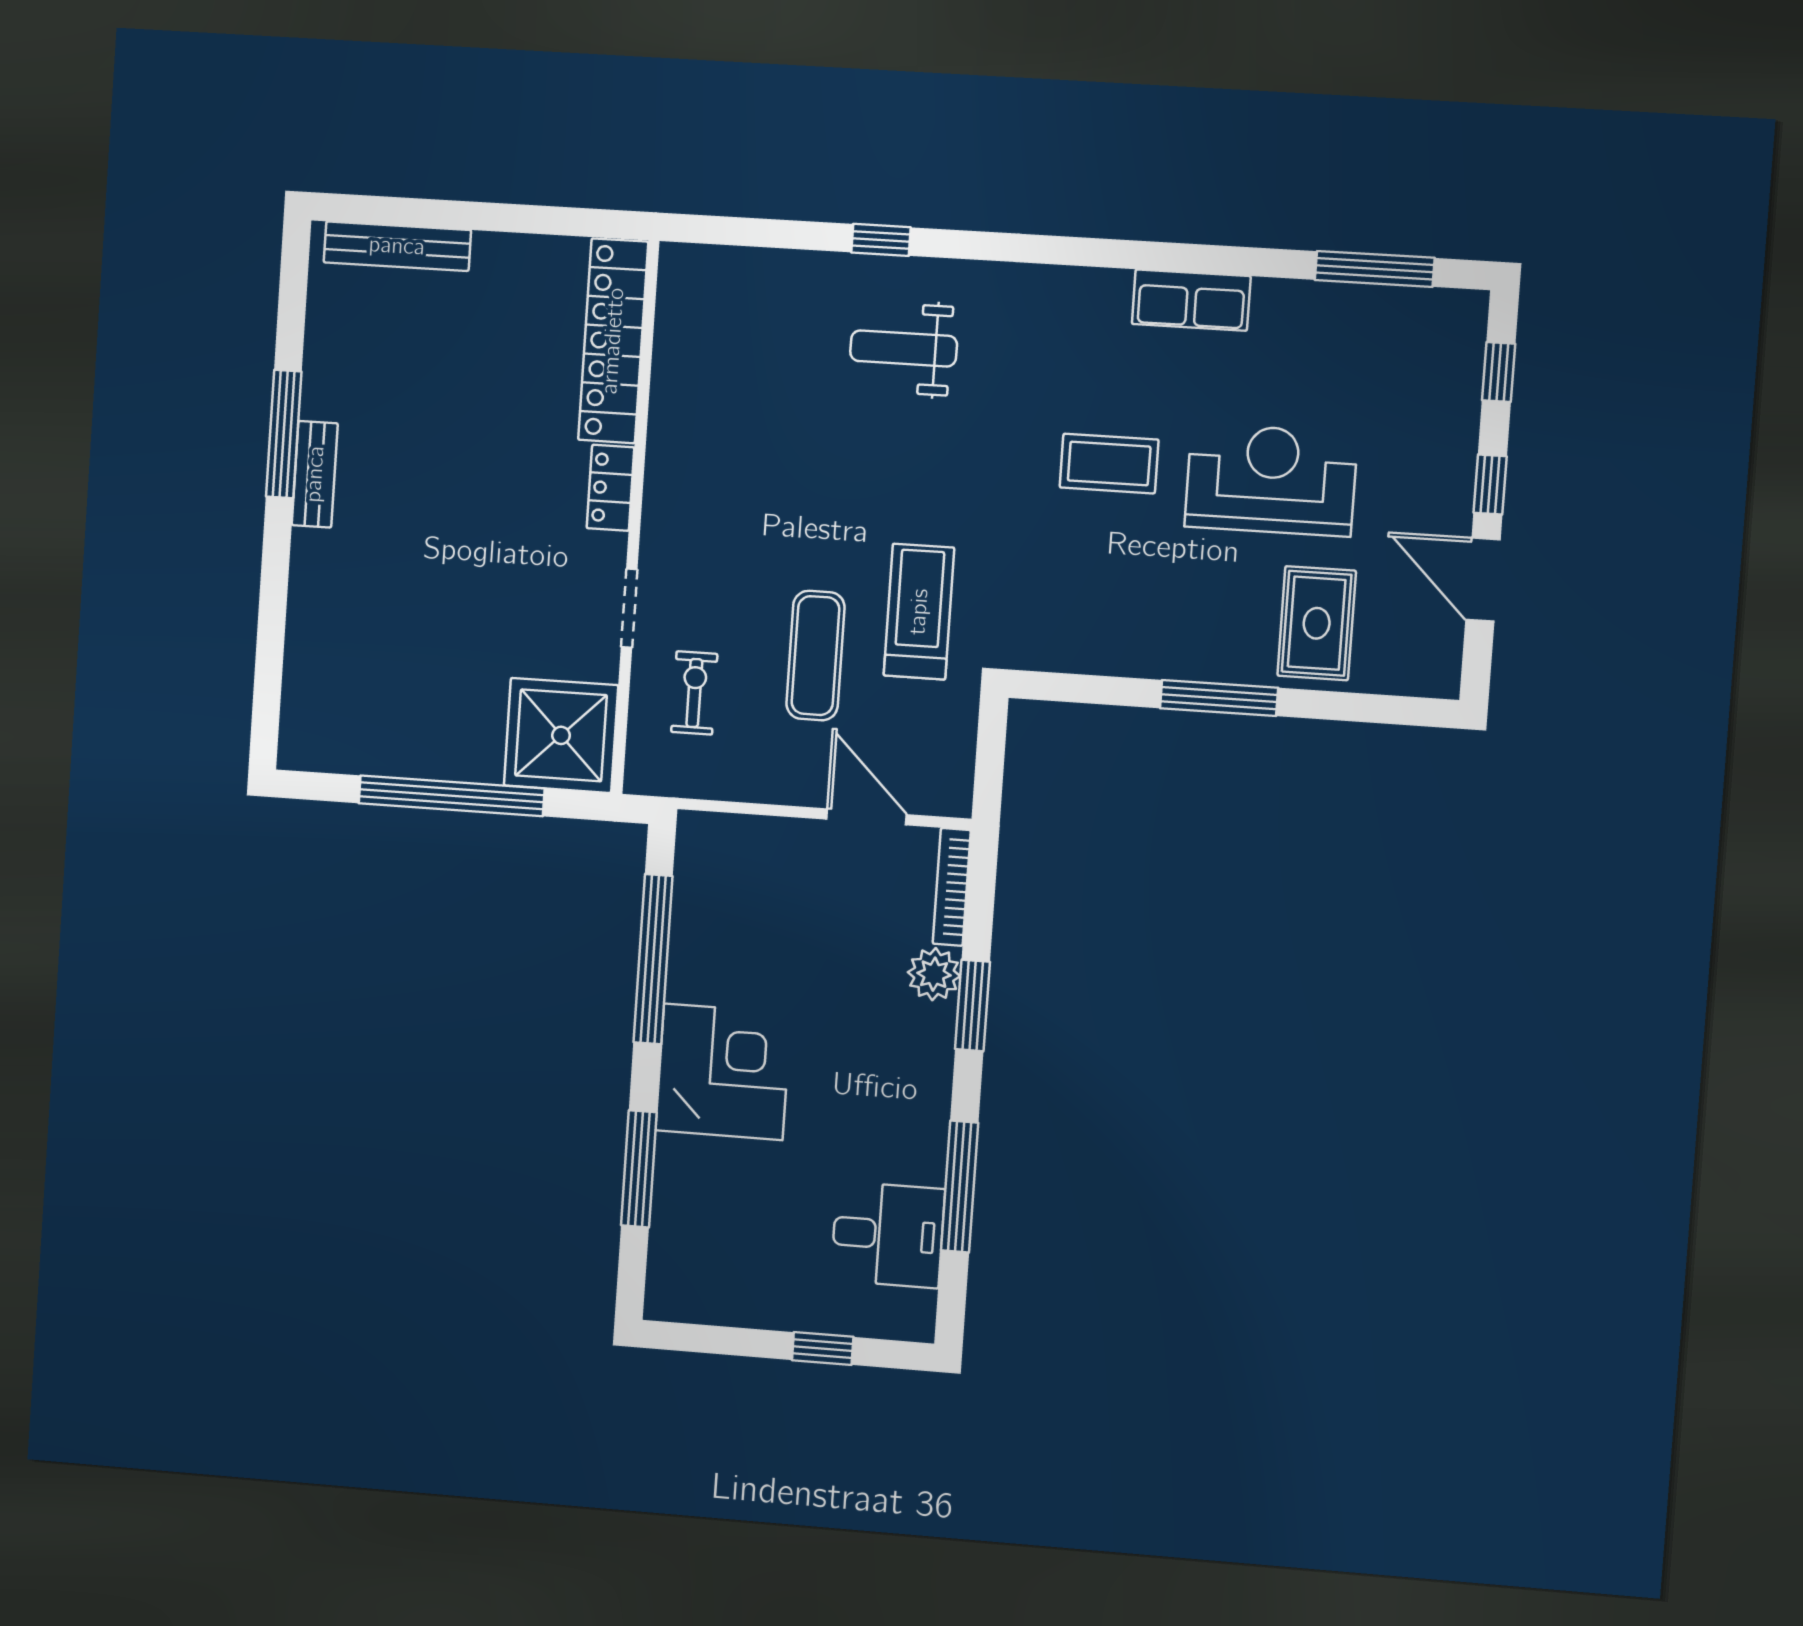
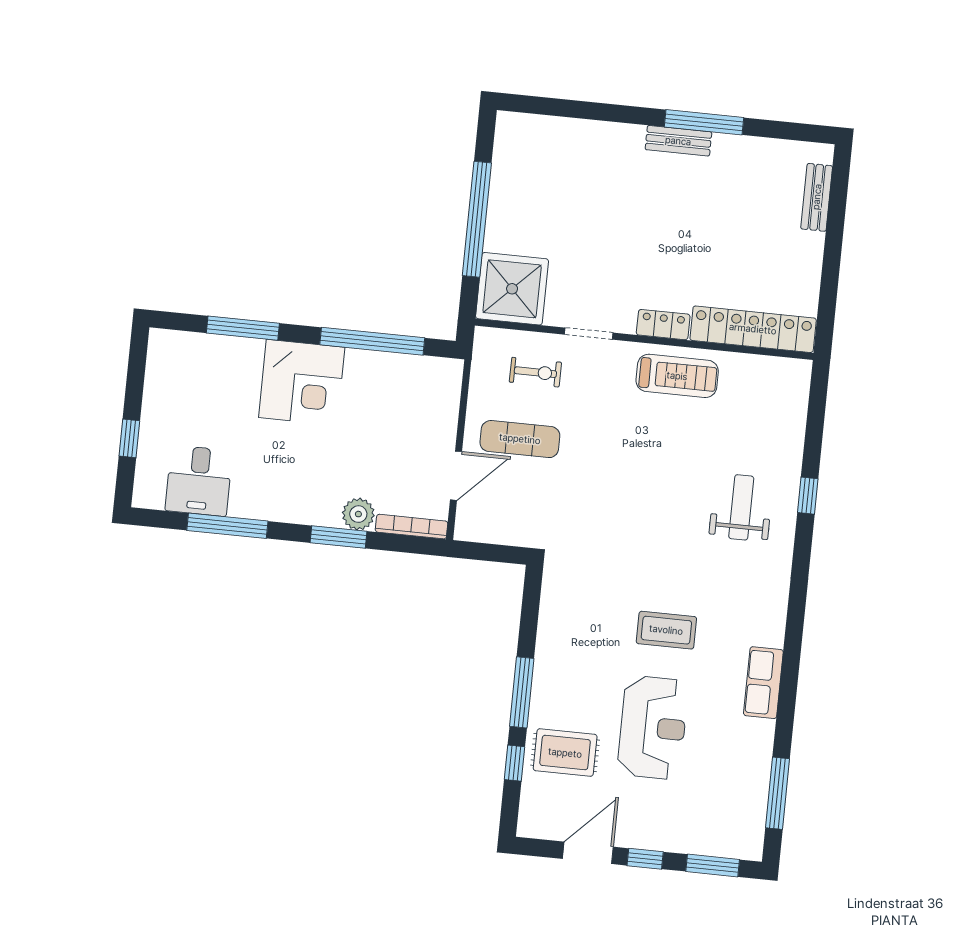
bench: (397, 246) -> (817, 197), width x0.73
window: (1499, 372) -> (713, 866), width x1.50
coffee table: (1109, 464) -> (666, 630), turned 90
treadmill: (919, 612) -> (677, 376), moved
exercise mat: (815, 656) -> (520, 439), moved
window: (1337, 706) -> (515, 763), added

